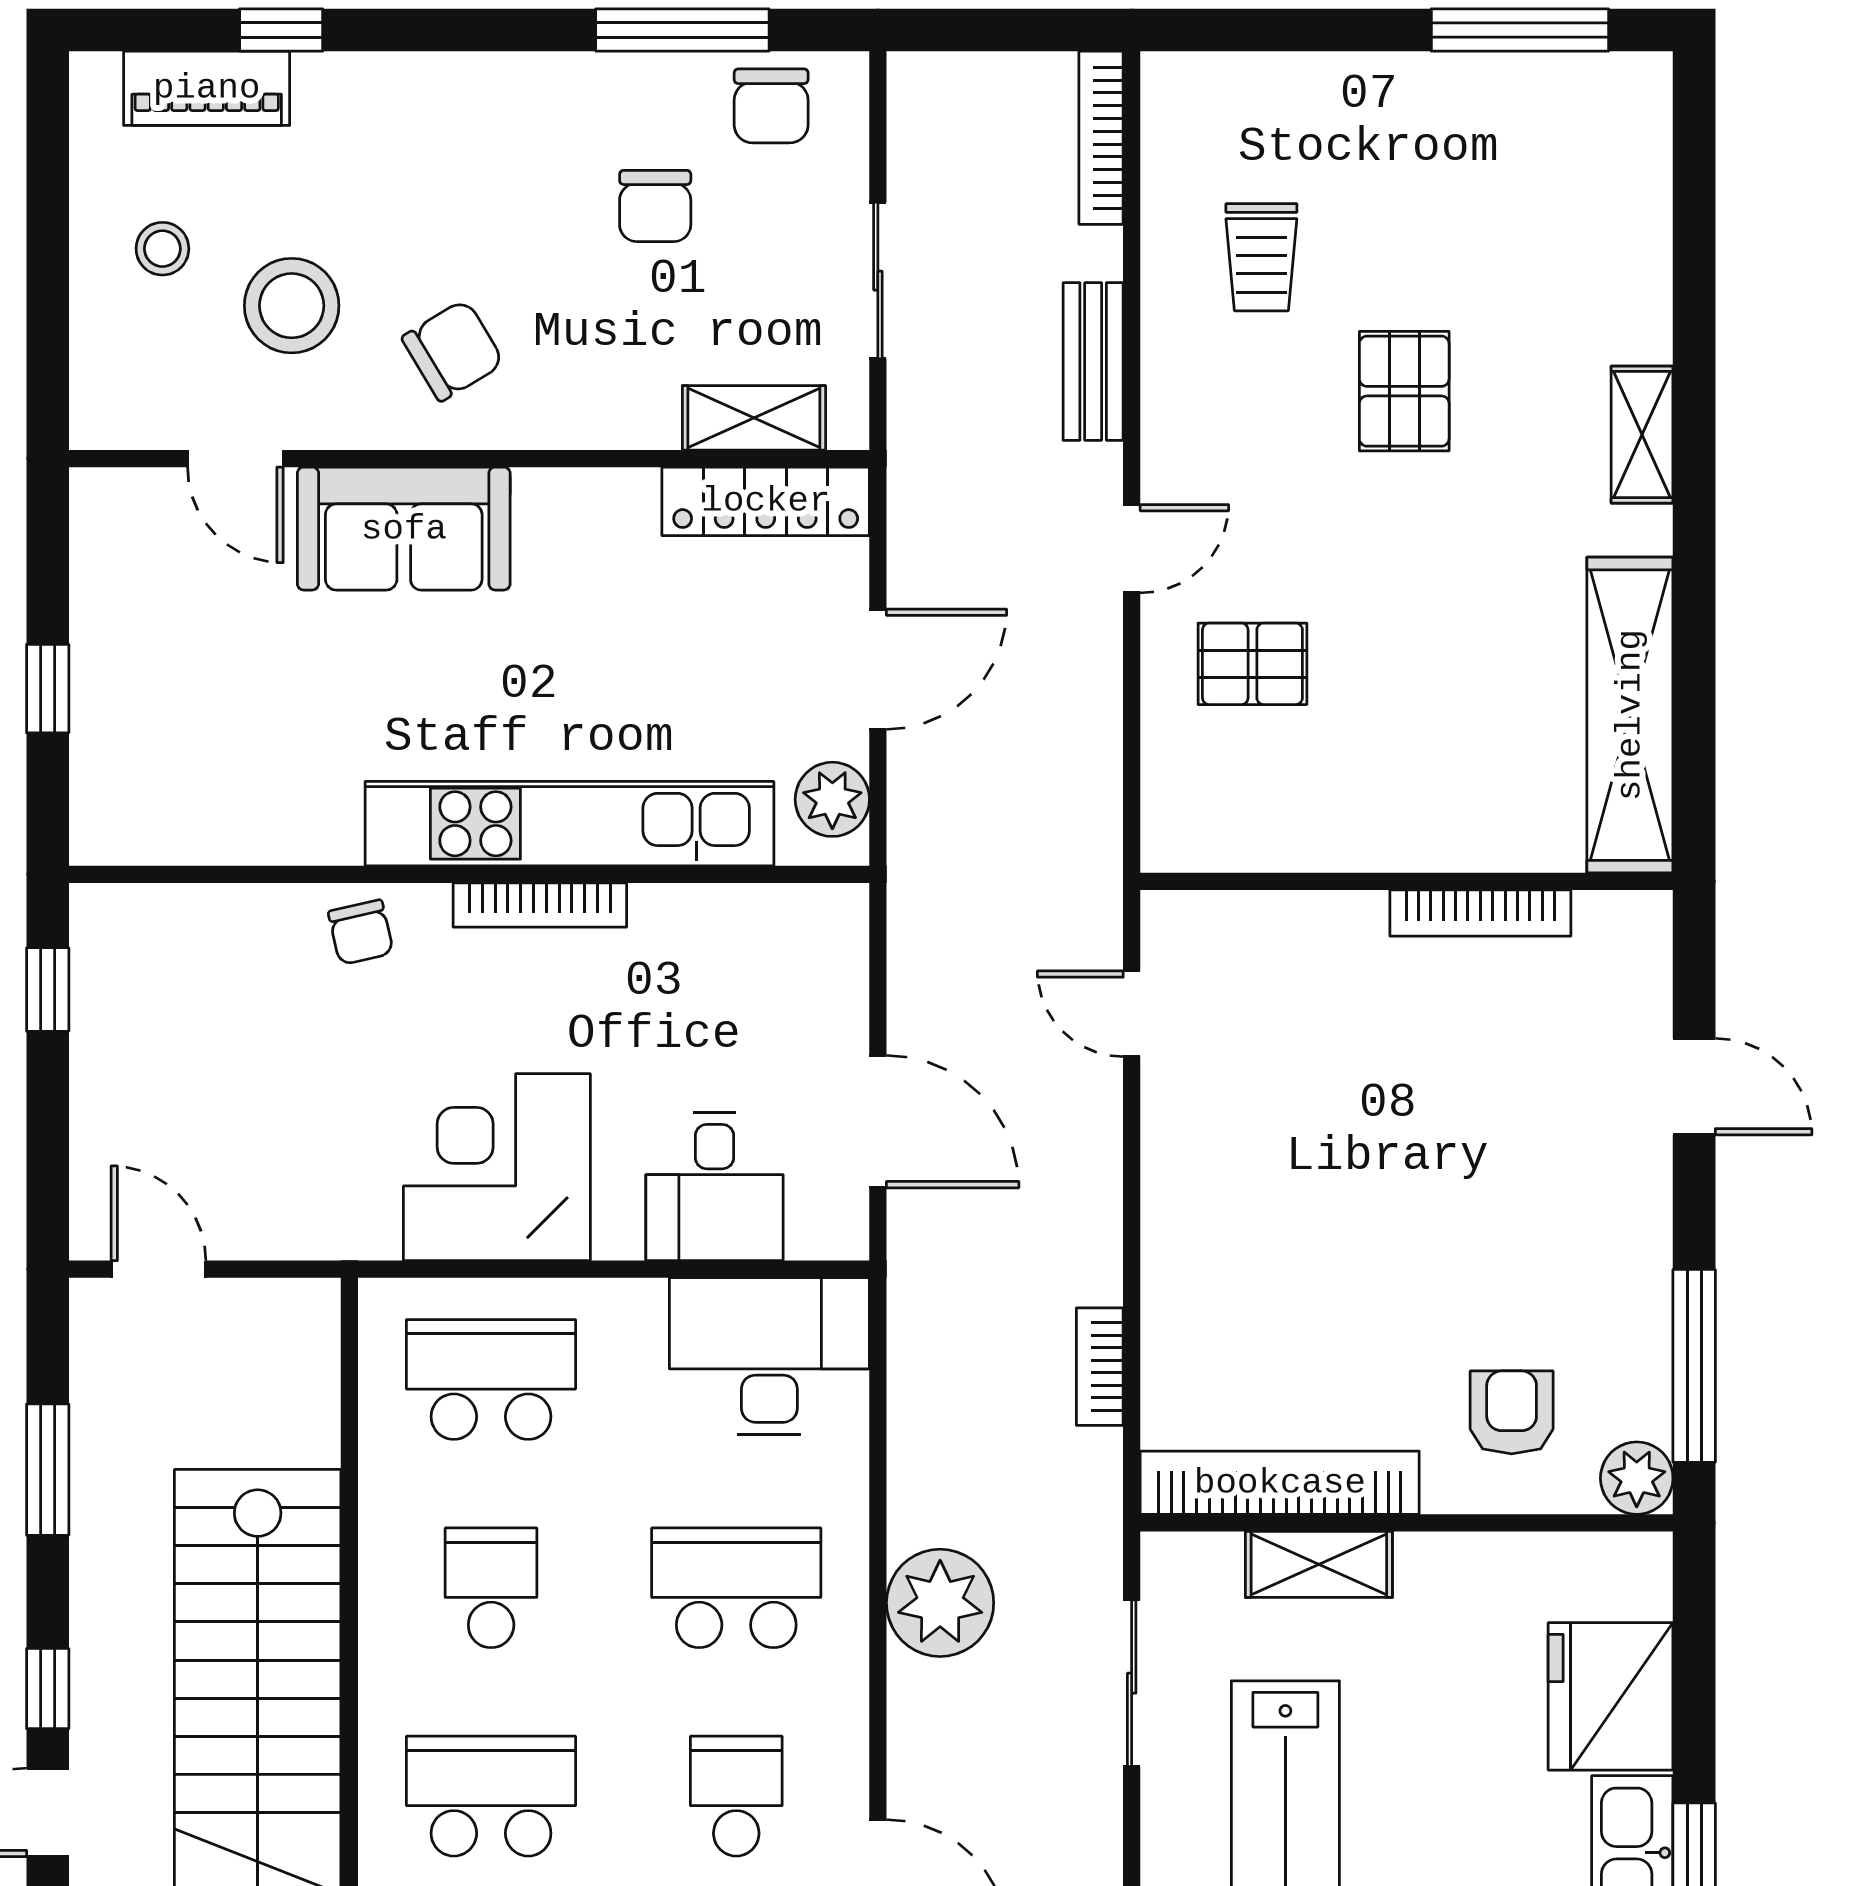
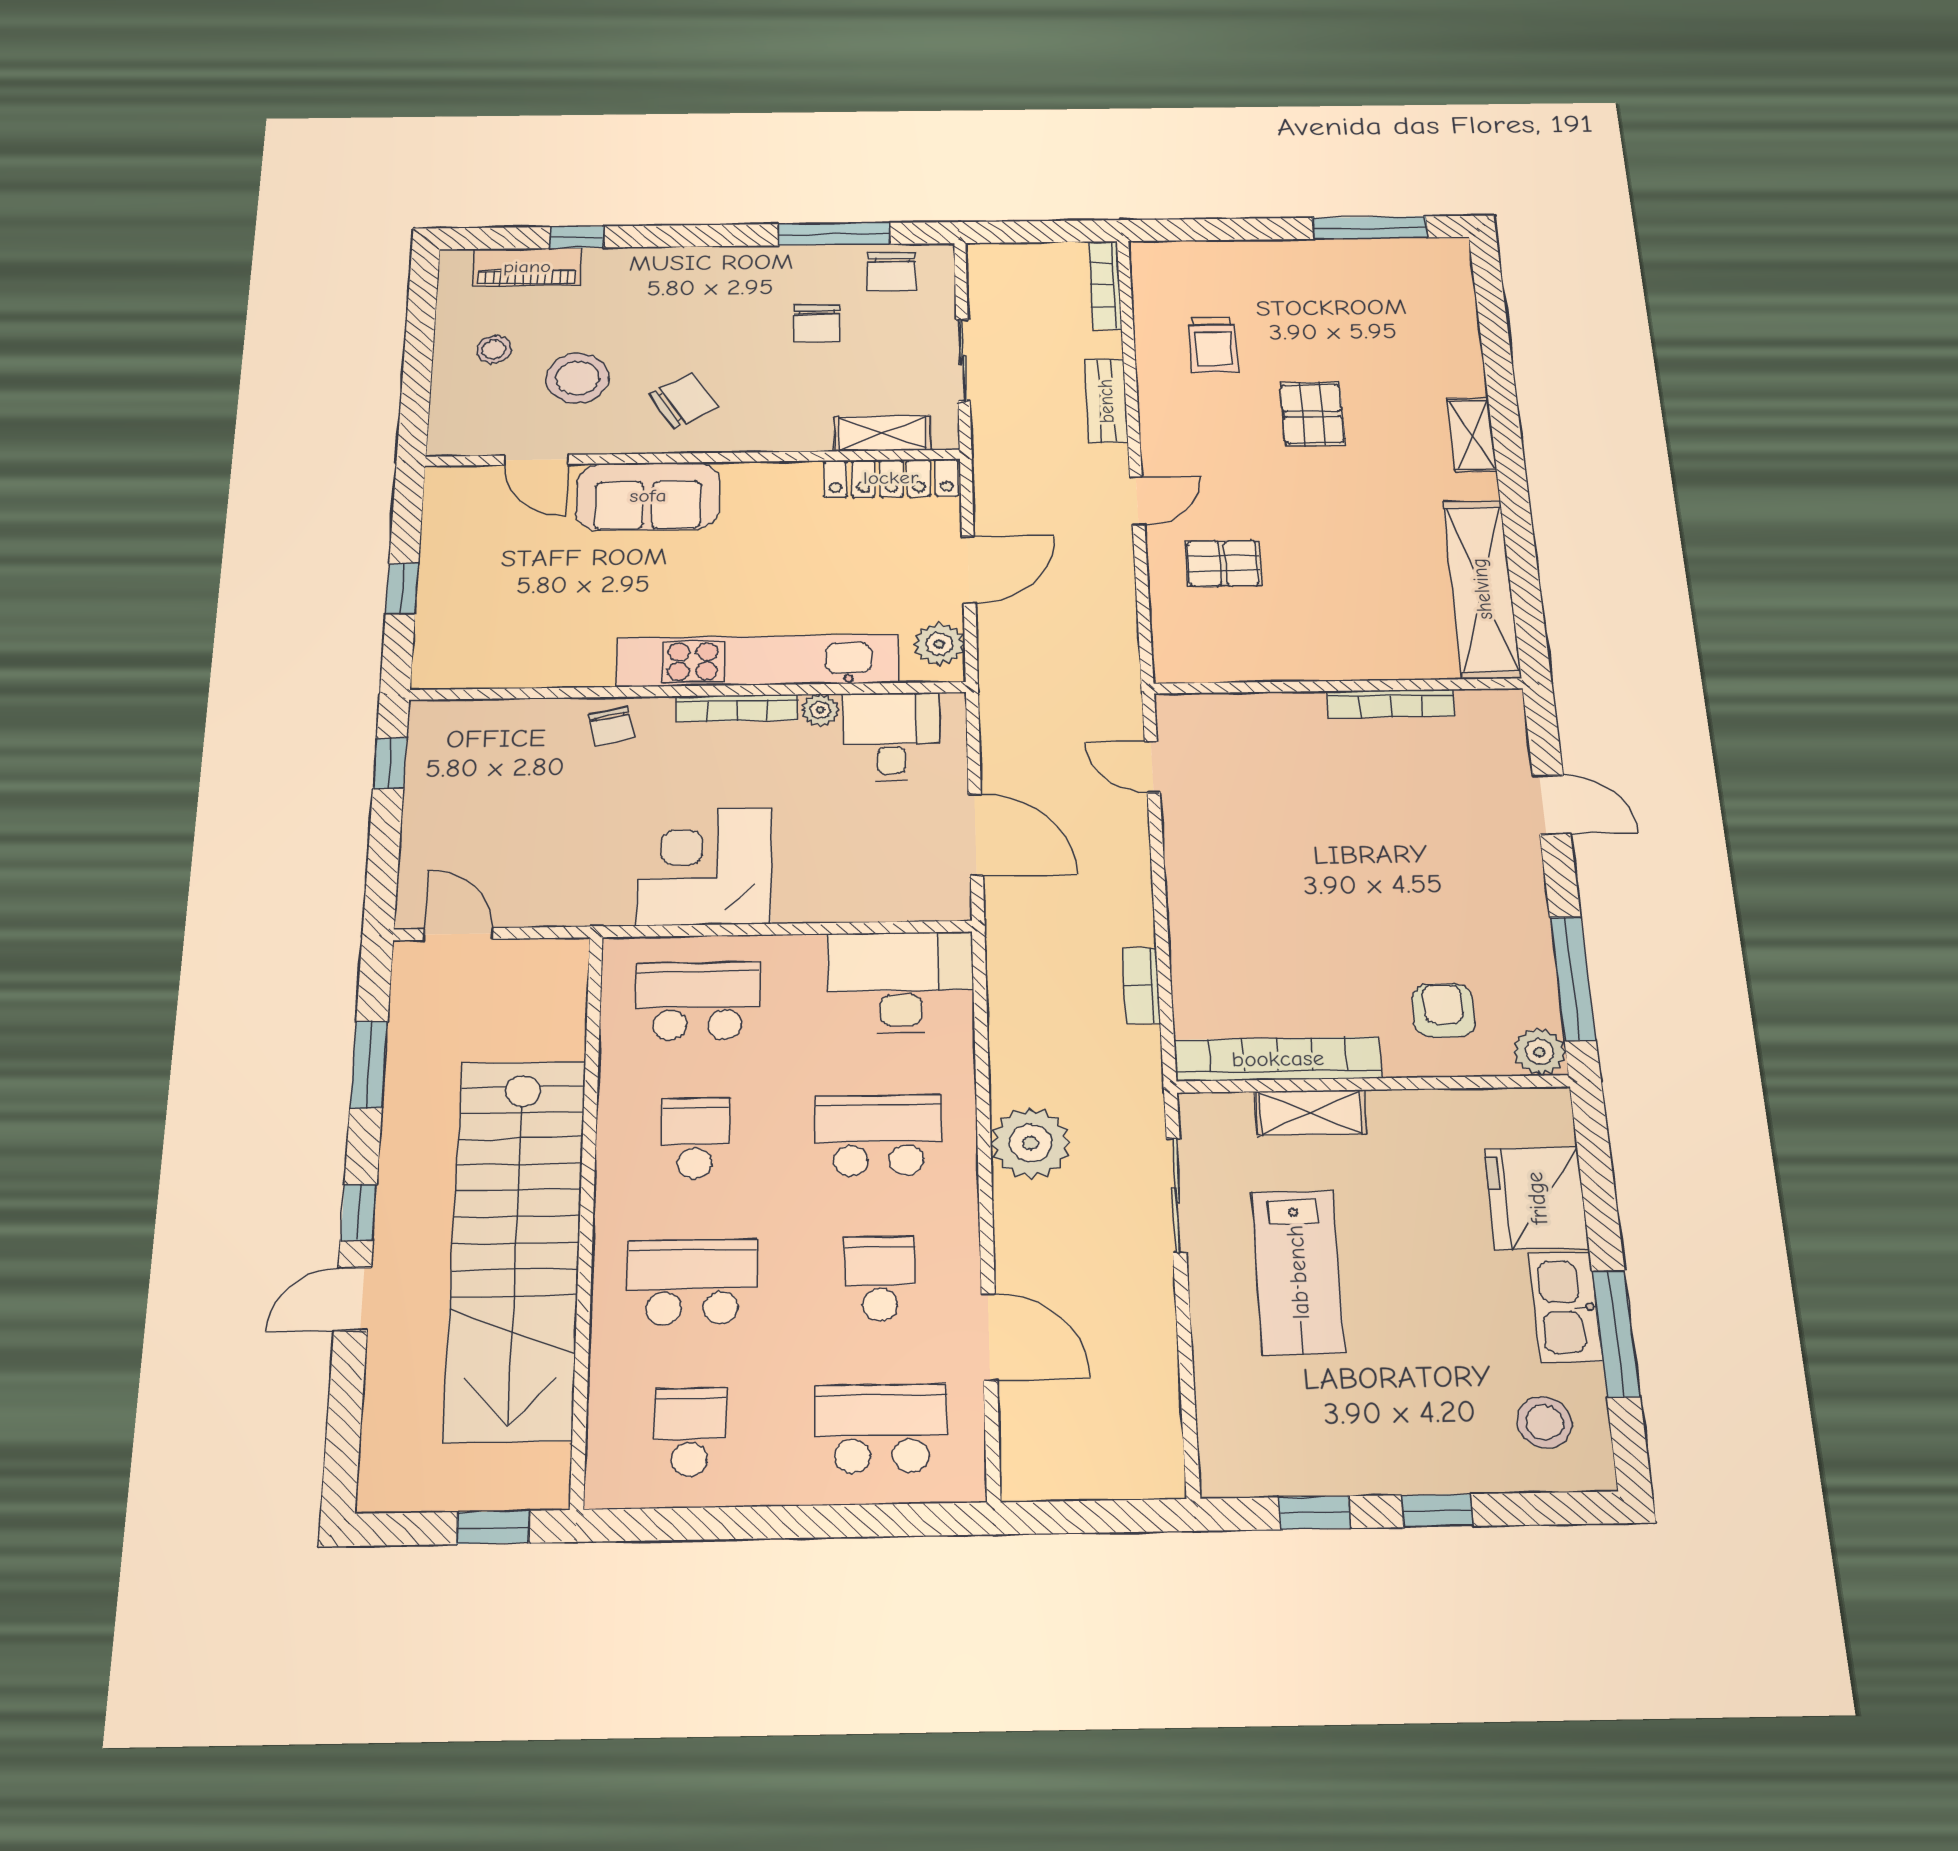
plant: (659, 910) -> (820, 710), added
desk: (714, 1187) -> (891, 737), moved, turned 180

